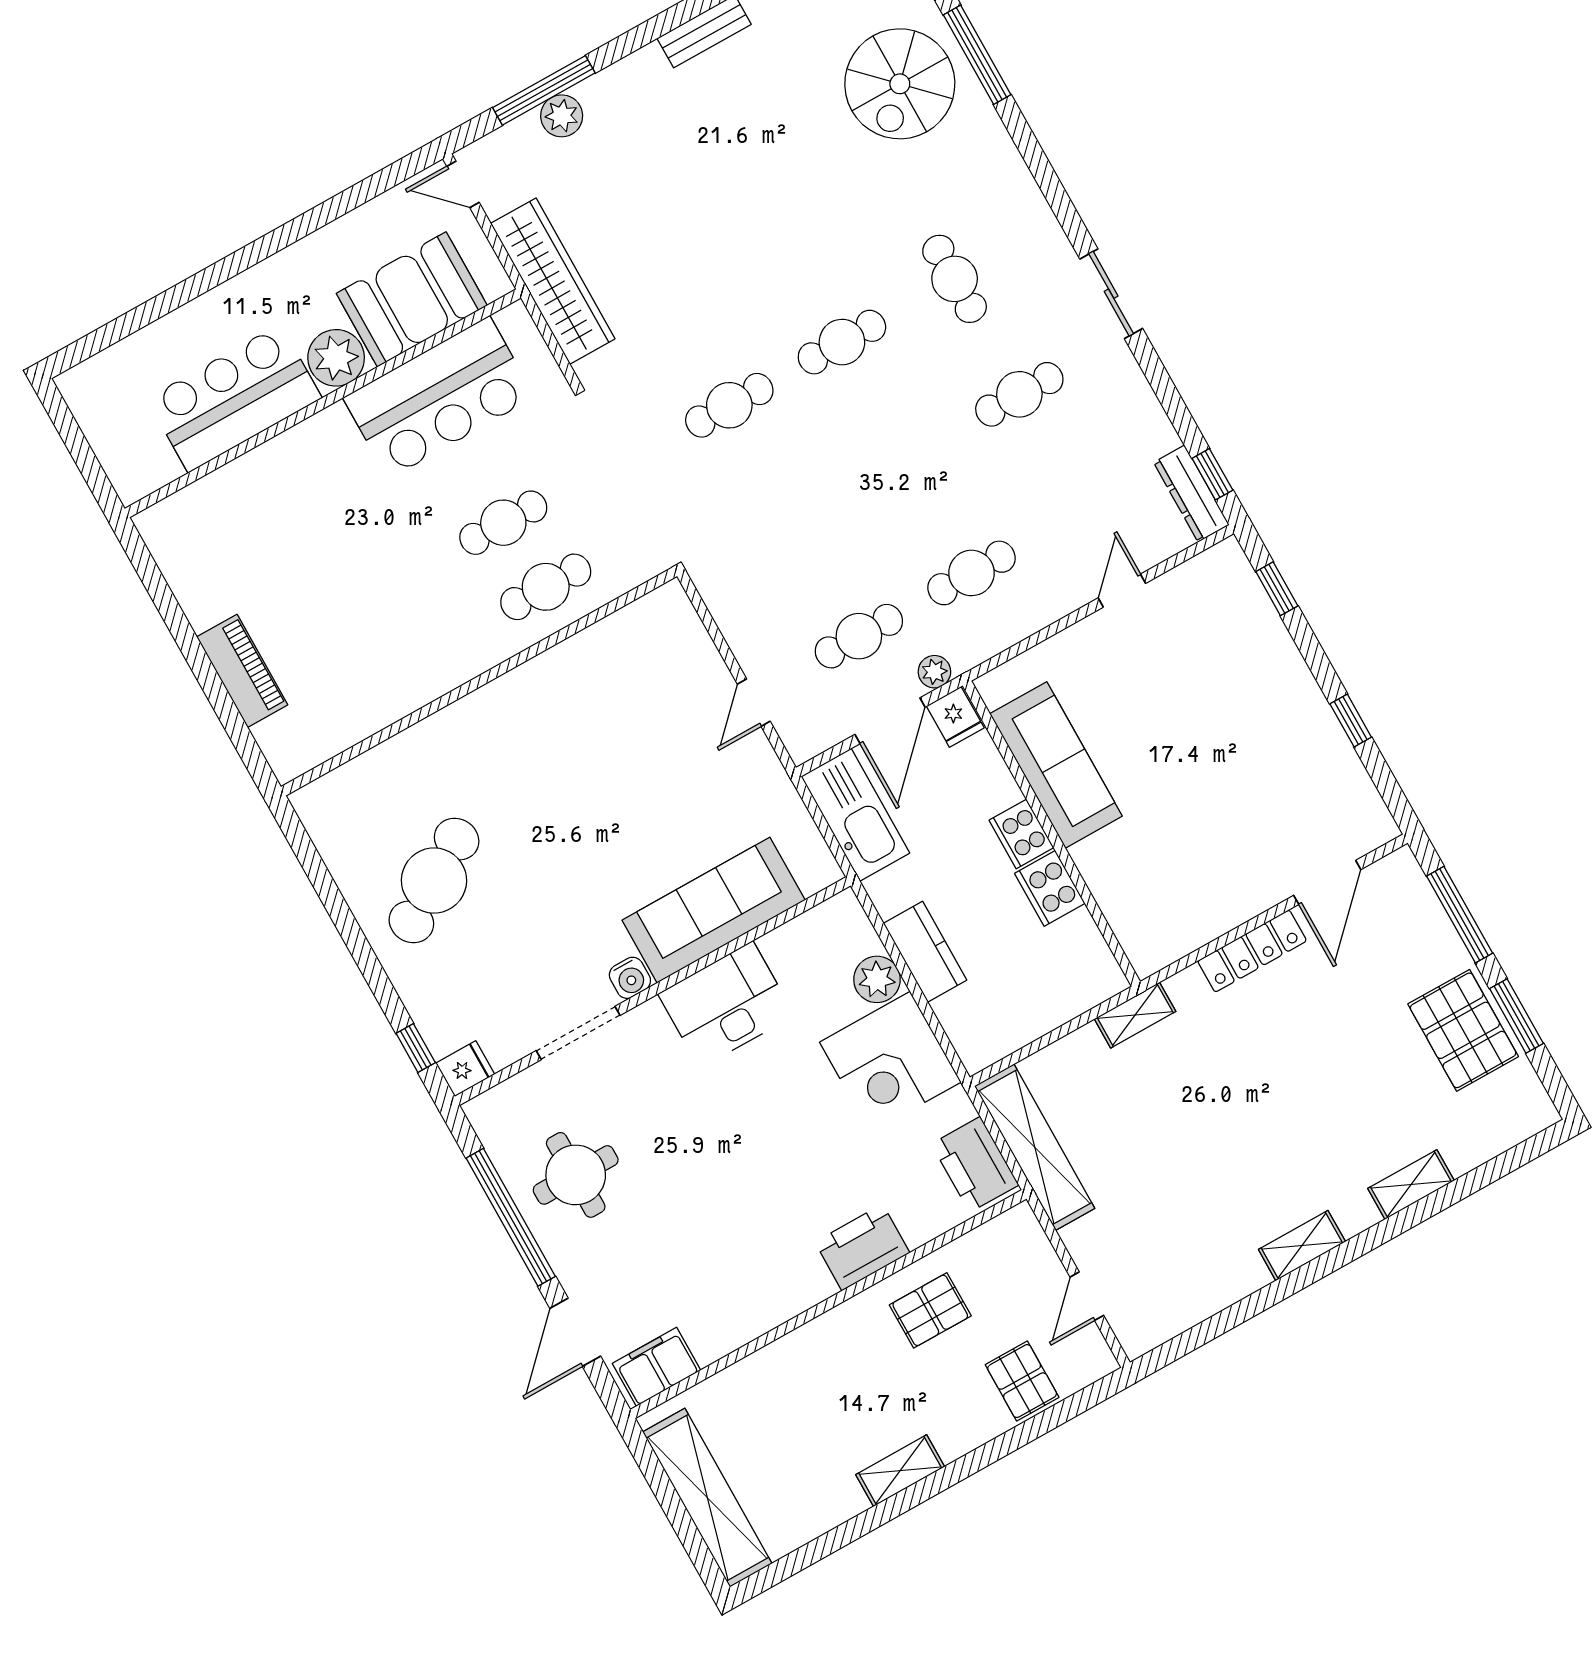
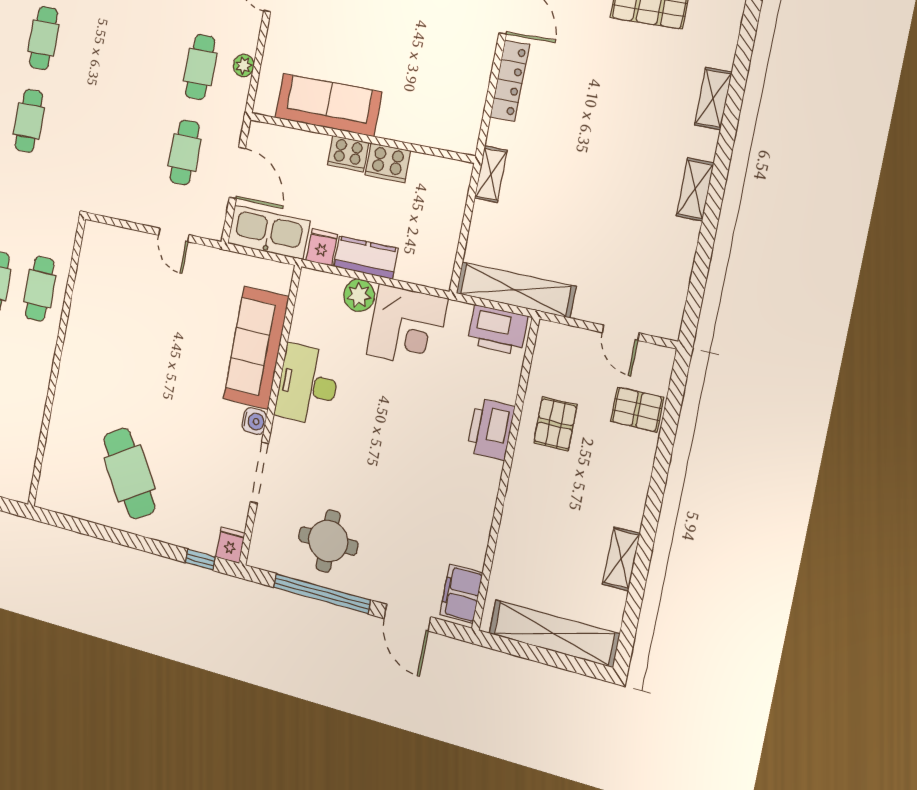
plant: (934, 672) -> (244, 66), moved
fridge: (955, 717) -> (322, 247), moved, turned -90
shelving: (900, 1471) -> (621, 559), moved

